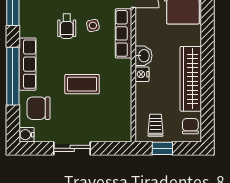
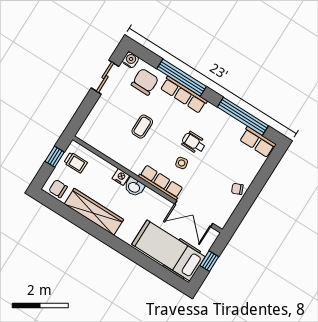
coffee table: (82, 84) -> (142, 127), width x0.73, depth x0.77
chair: (190, 126) -> (58, 189), turned 180
sliding door: (72, 148) -> (105, 77), moved

